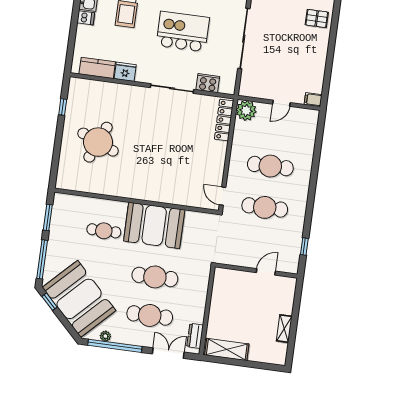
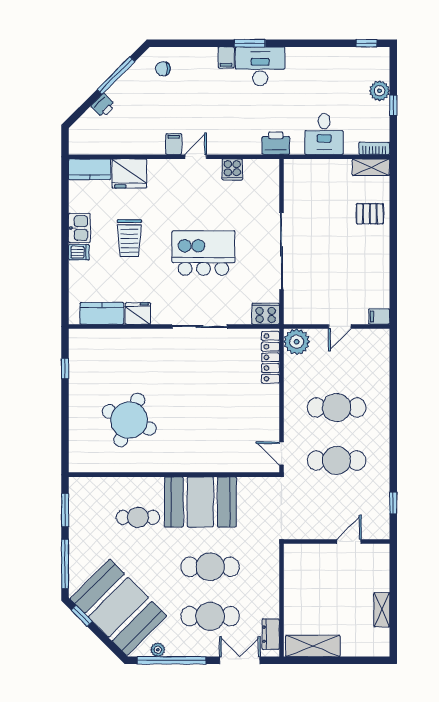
cooker: (208, 83) -> (266, 314), moved
round table: (98, 142) -> (129, 420), moved

